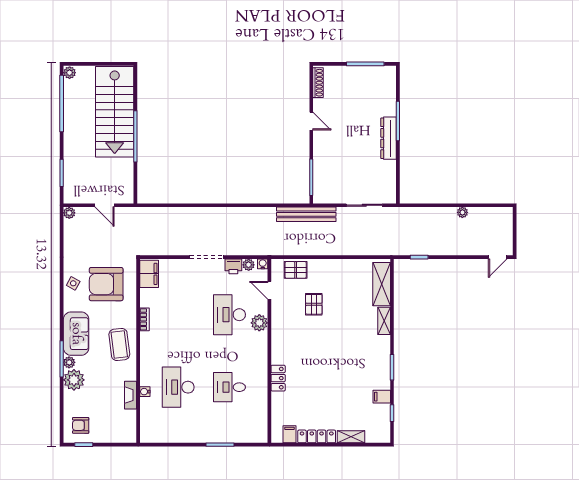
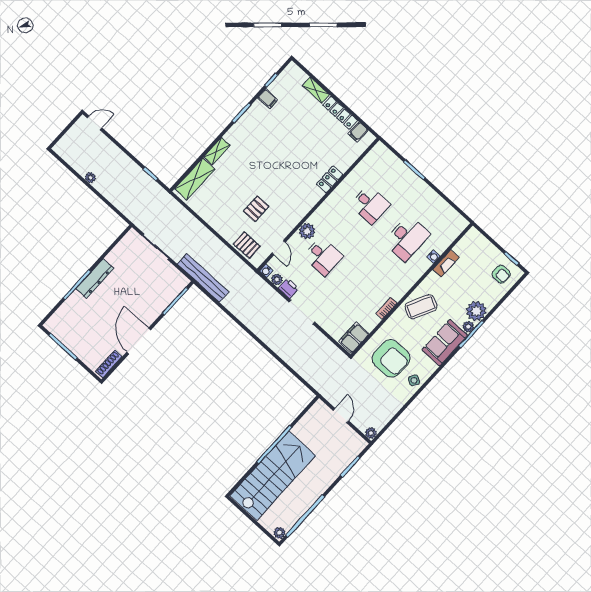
door: (311, 121) -> (139, 341), width x1.87
desk: (229, 315) -> (323, 256), width x0.73
coffee table: (119, 344) -> (421, 307), turned 33

